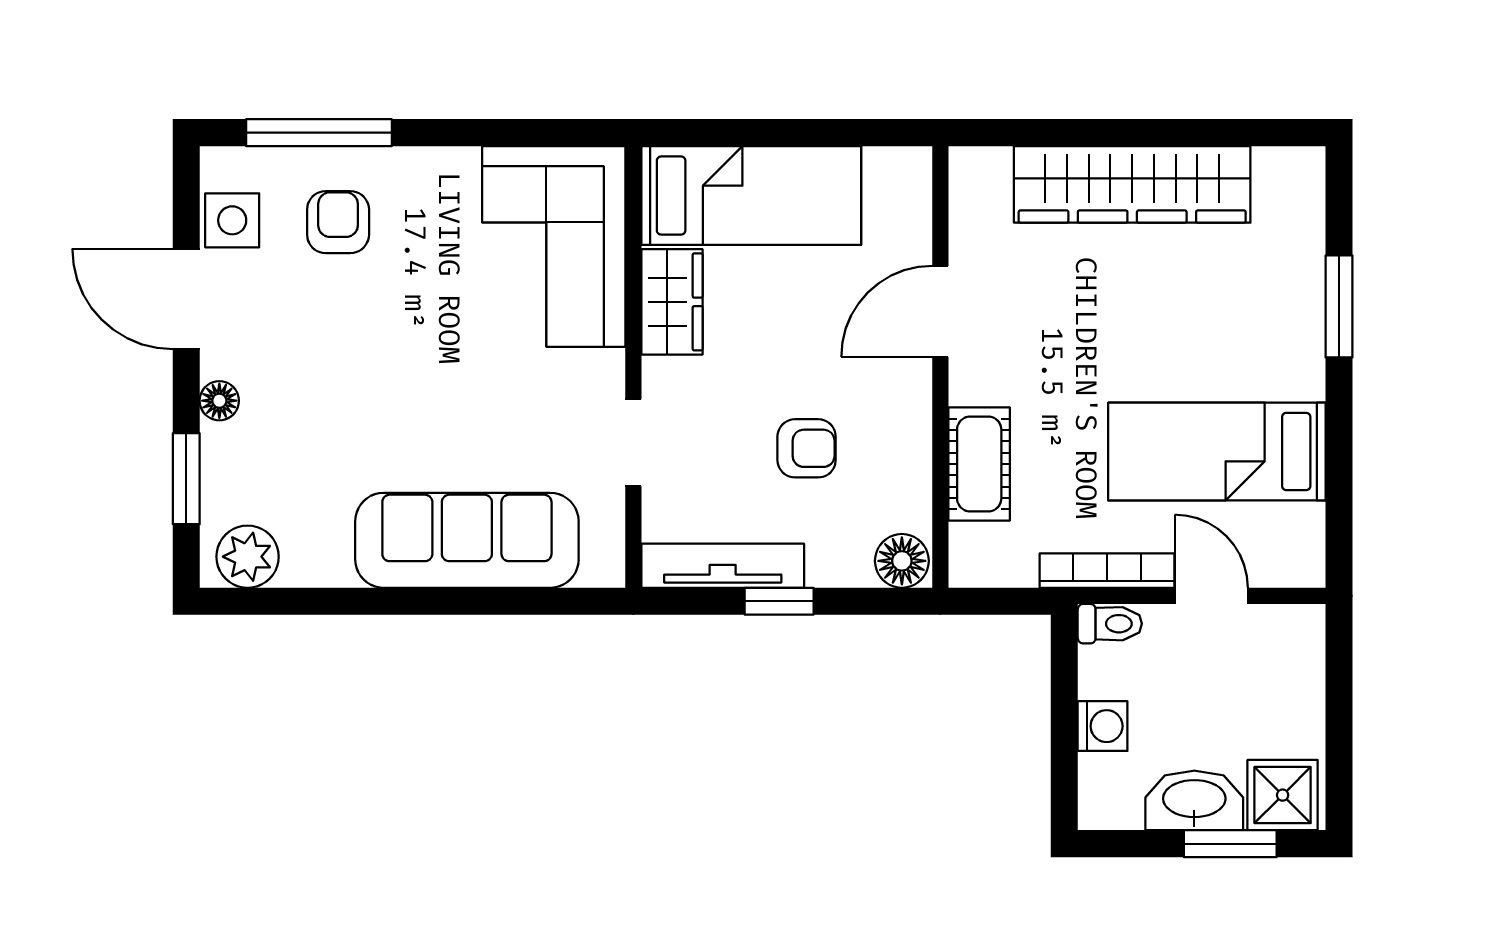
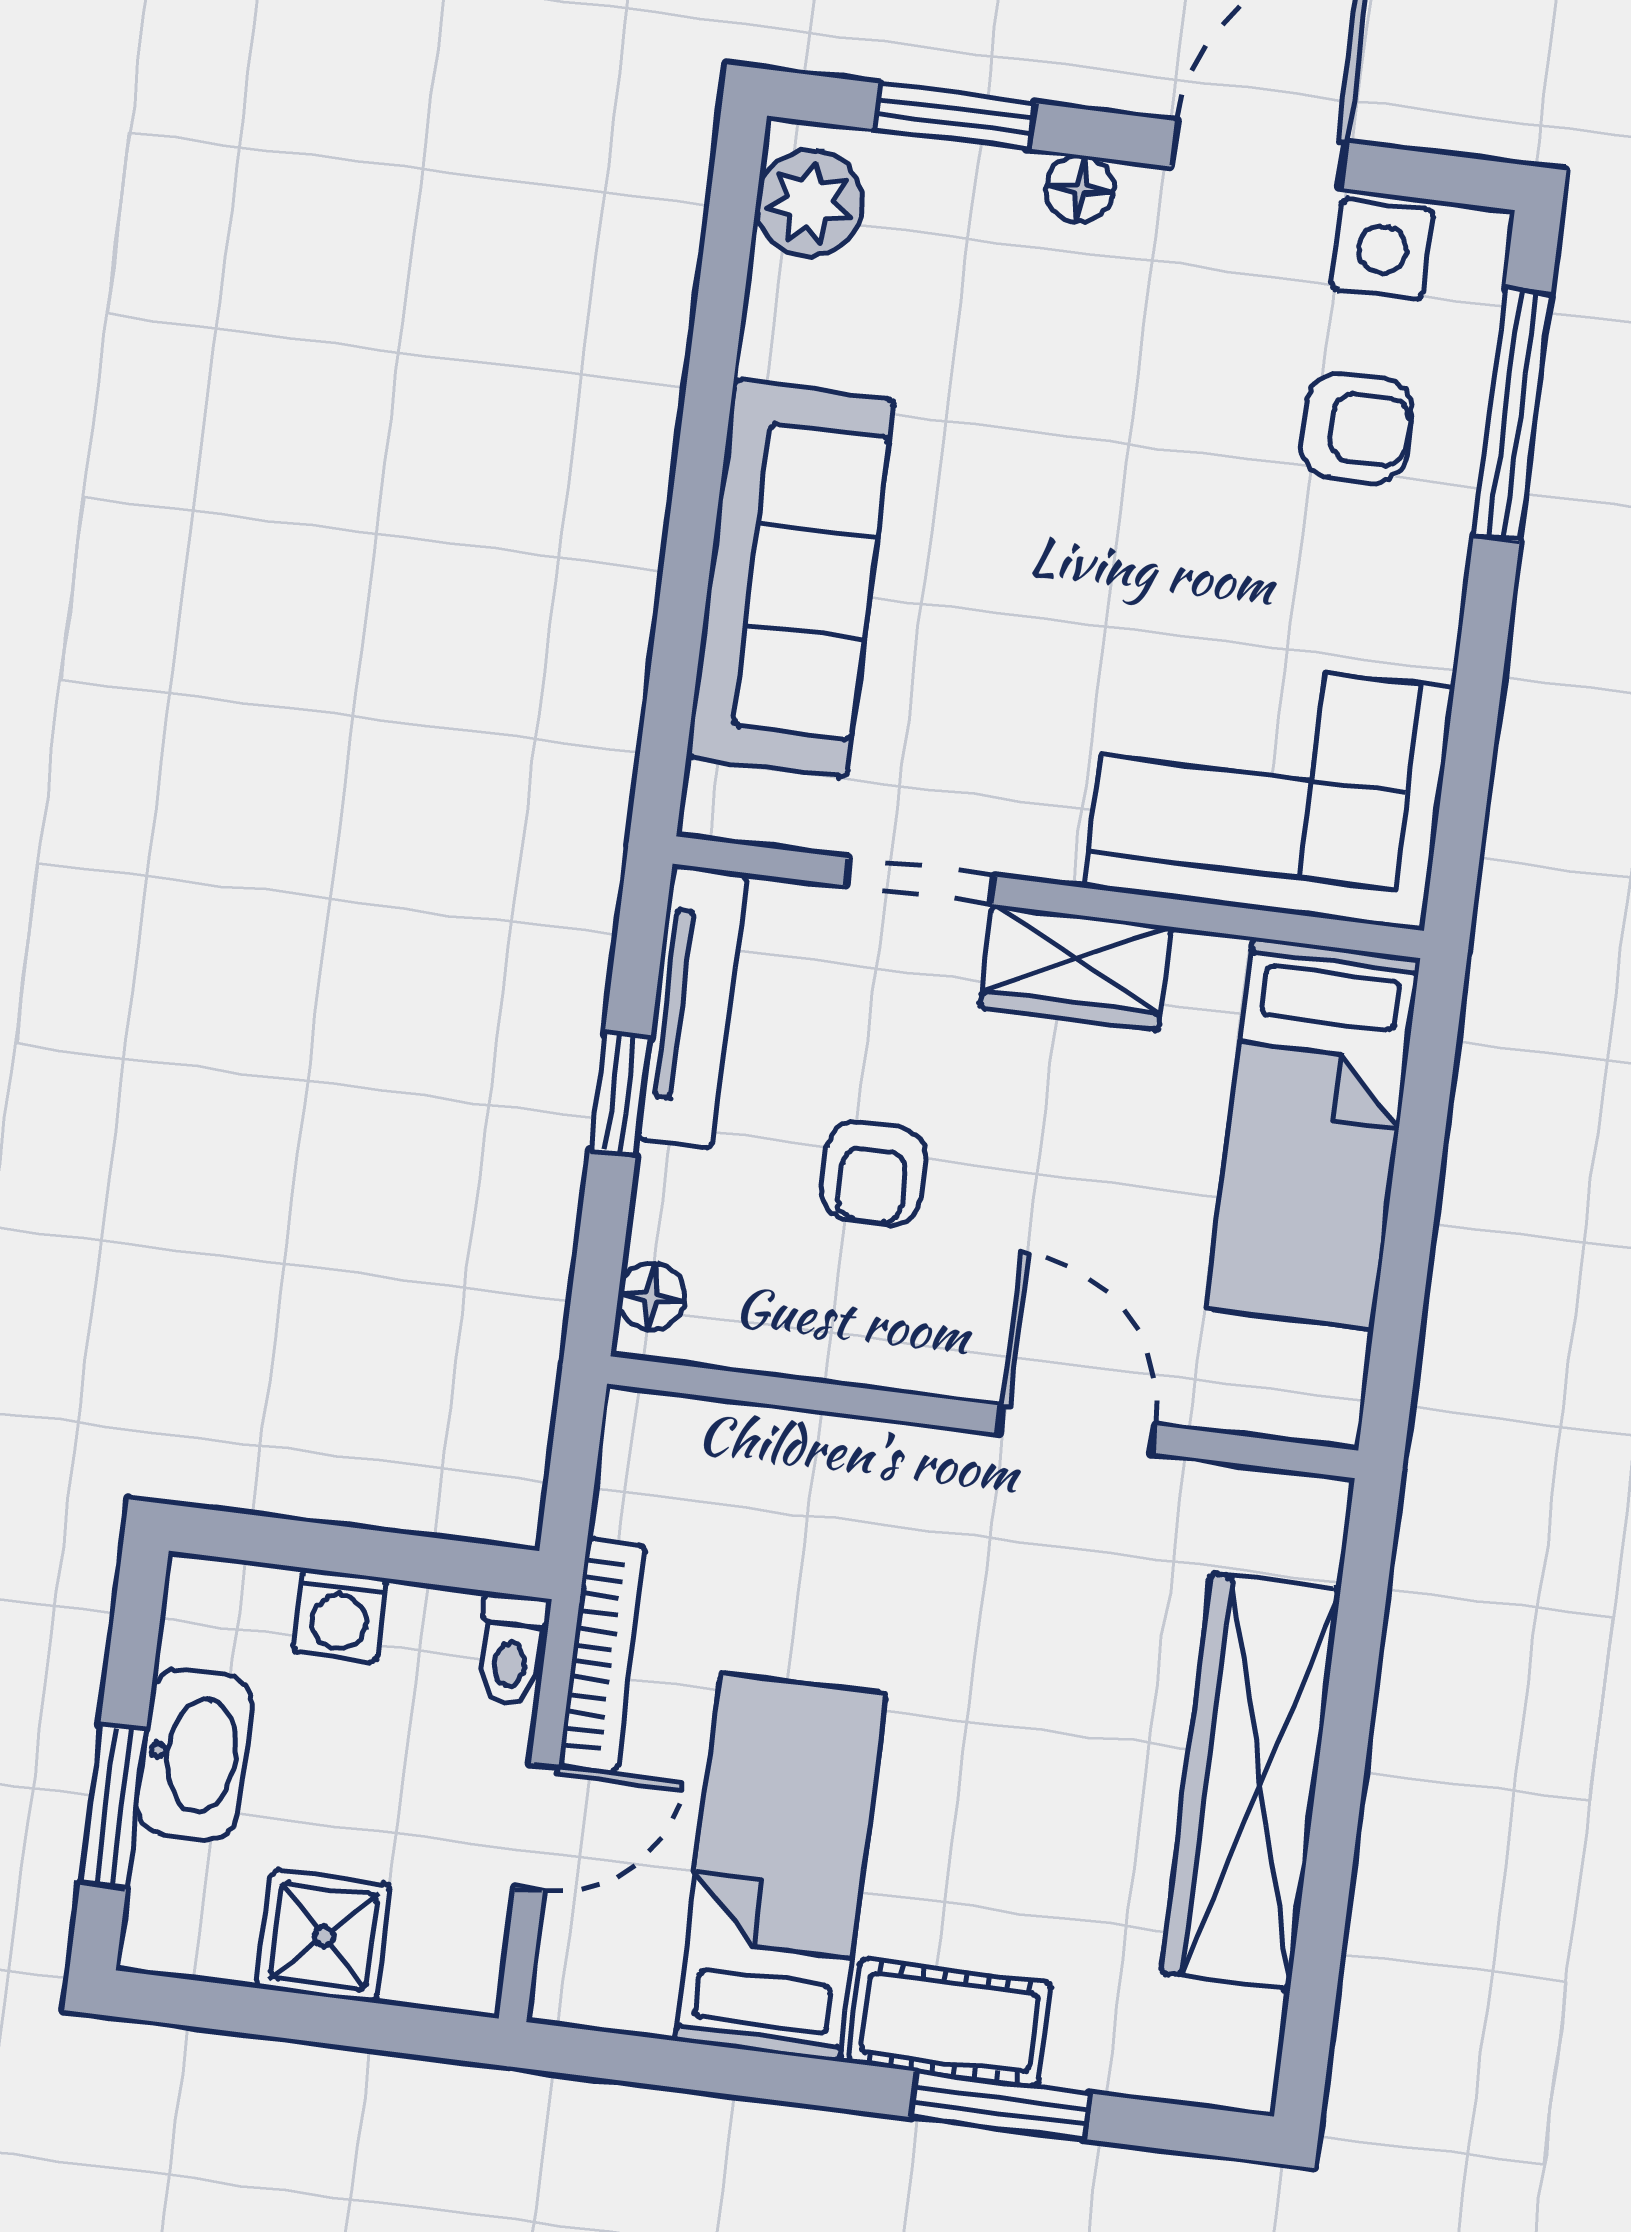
wardrobe: (672, 302) -> (1075, 967), moved
cot: (979, 464) -> (949, 2023), moved
floor lamp: (902, 561) -> (652, 1297), width x0.73, depth x0.73
shower: (1283, 795) -> (324, 1936), moved

